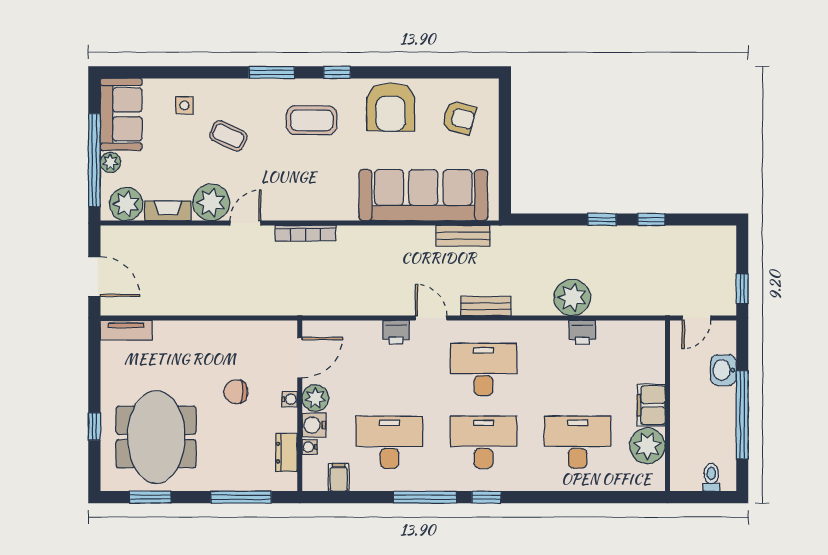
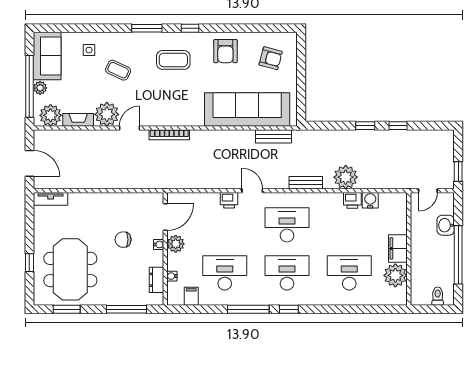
armchair: (391, 107) -> (225, 51), width x0.73, depth x0.73
bench: (486, 306) -> (306, 183), moved
water cooler: (314, 425) -> (370, 200), moved, turned 90

